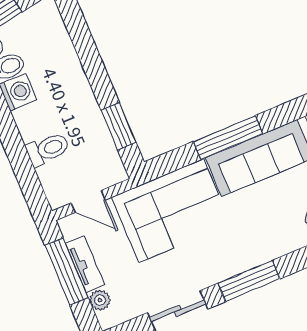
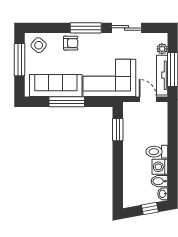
toilet: (48, 149) -> (157, 152), moved
armchair: (264, 243) -> (71, 43), added
tv unit: (85, 264) -> (162, 75), width x1.41

